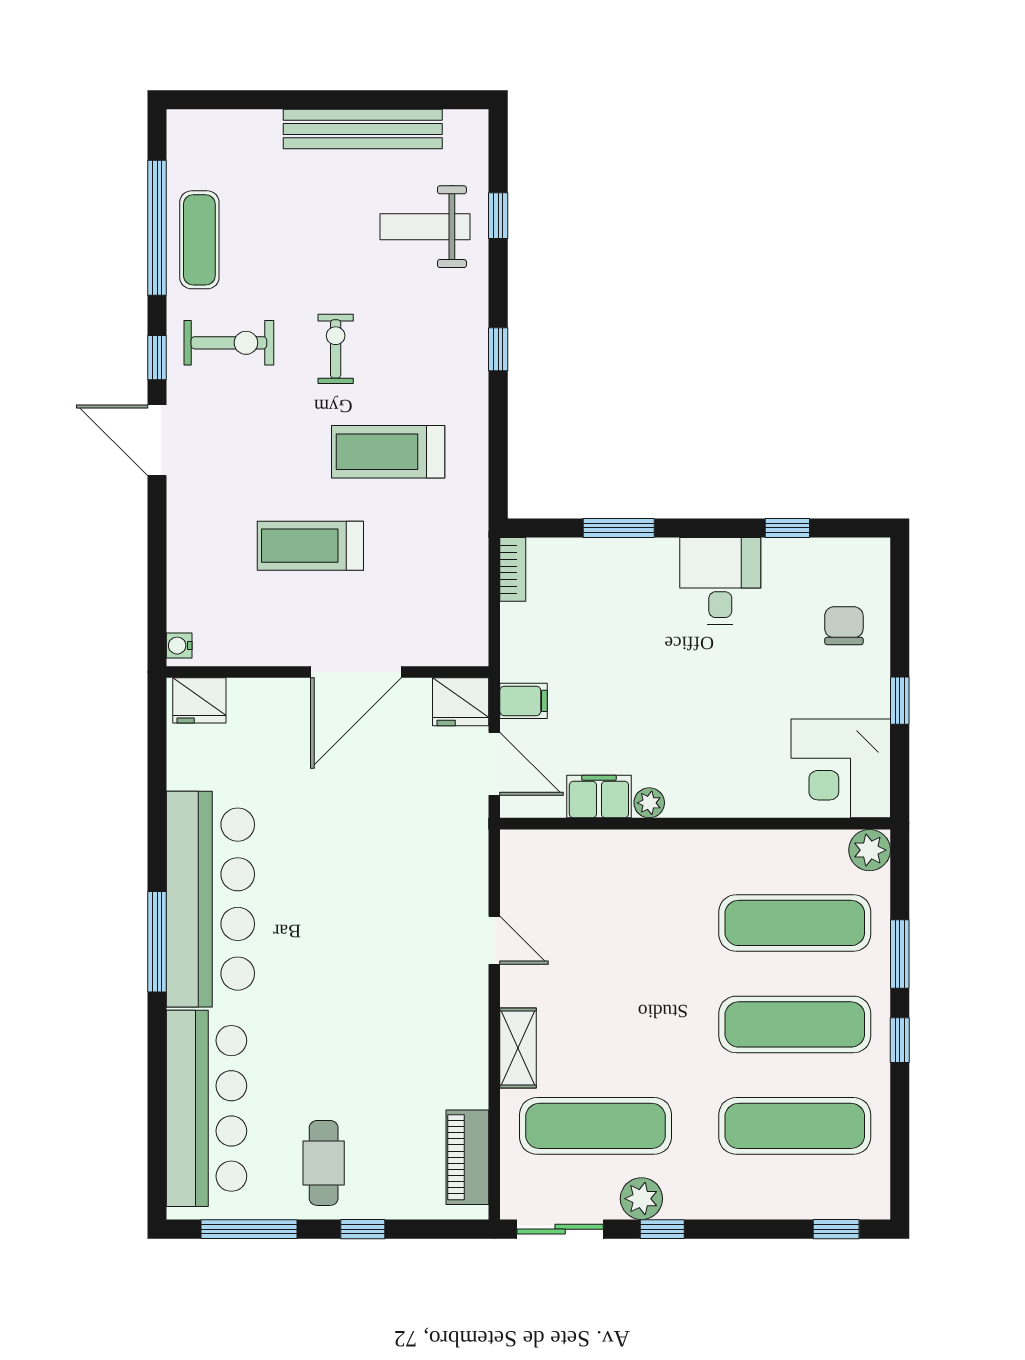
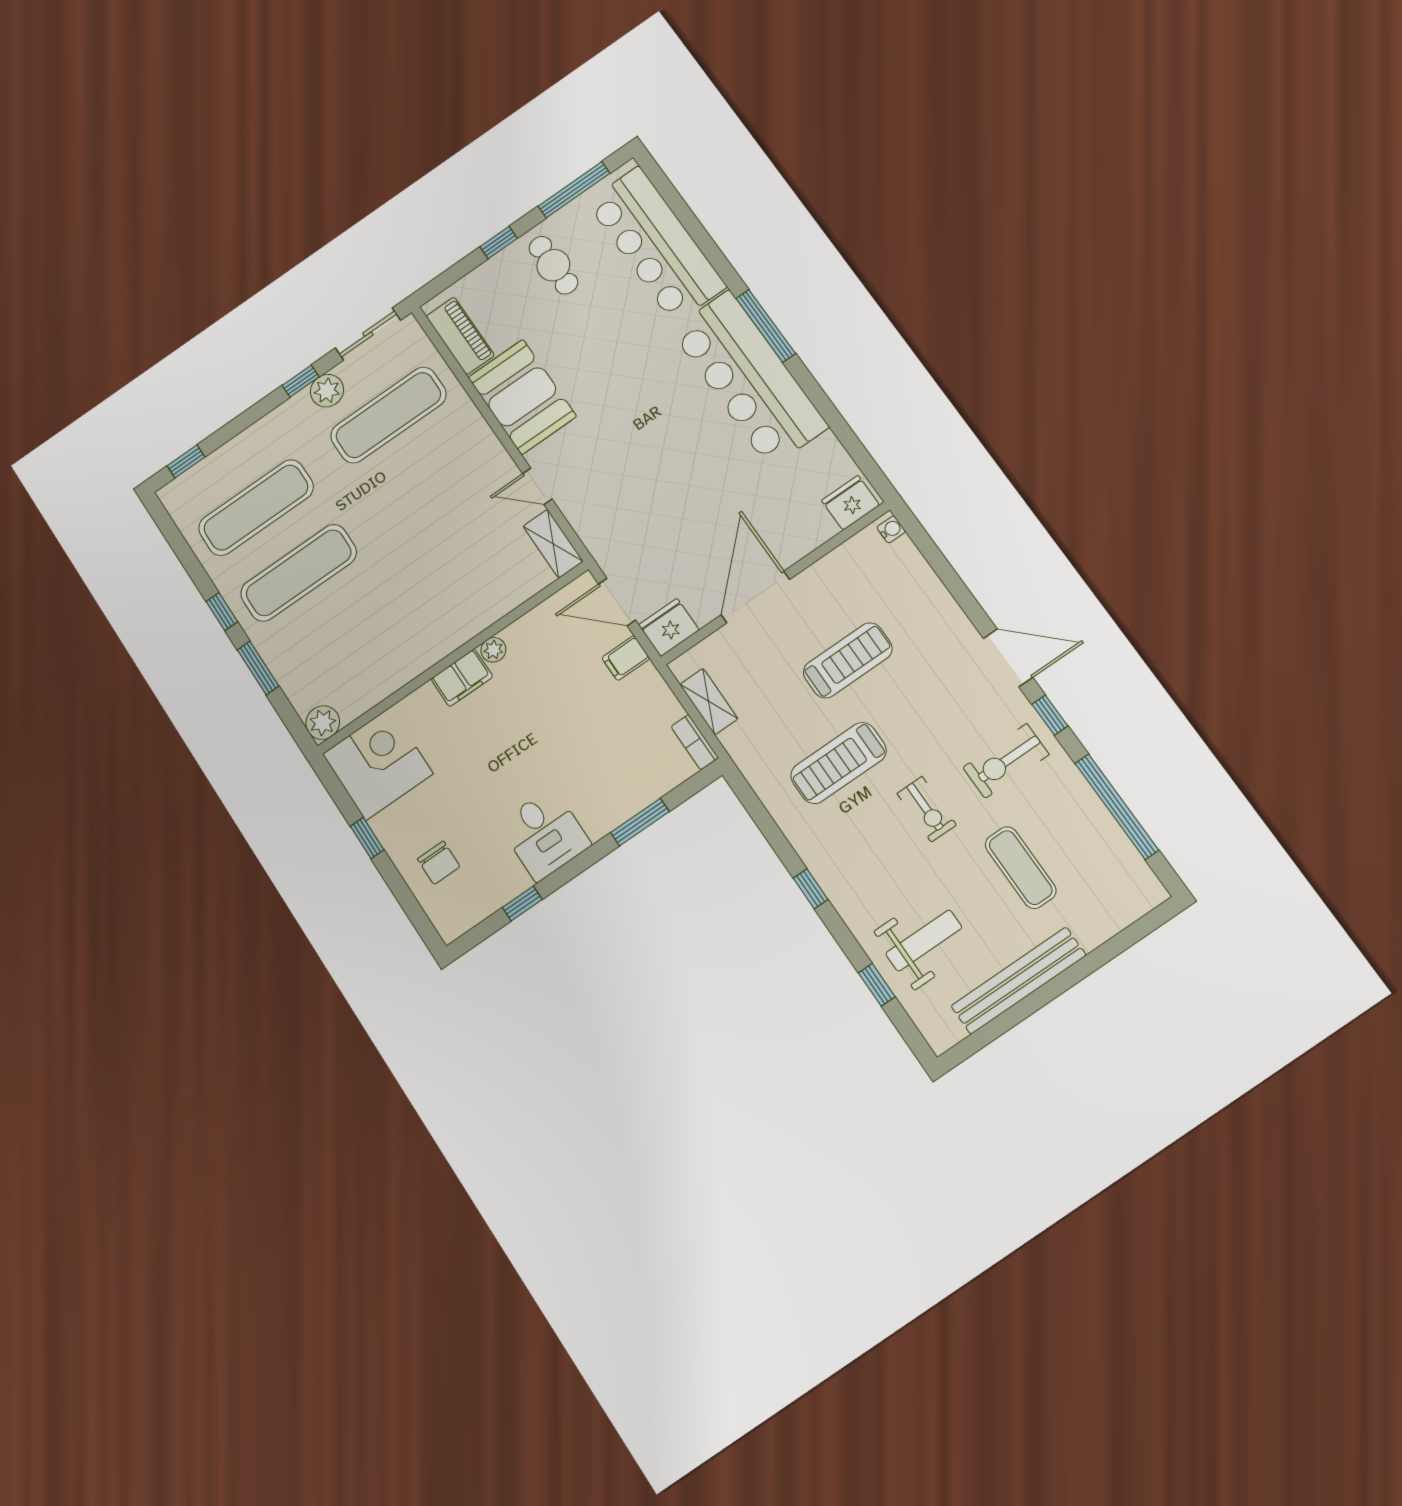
exercise mat: (199, 240) -> (1021, 868), moved
treadmill: (388, 452) -> (838, 763), turned 180
shelving: (472, 600) -> (709, 702), added
filing cabinet: (599, 797) -> (462, 678), moved
exercise mat: (795, 923) -> (342, 639), removed
booth: (448, 1046) -> (522, 397), added
shelving: (518, 1048) -> (553, 544), moved

